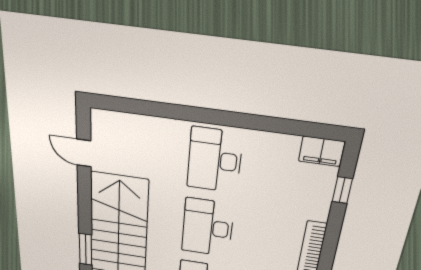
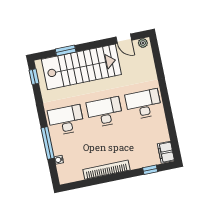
plant: (99, 123) -> (143, 43), added
door: (84, 153) -> (124, 39), swing flipped

